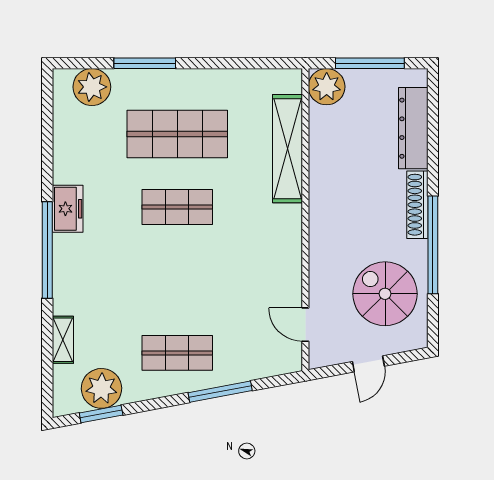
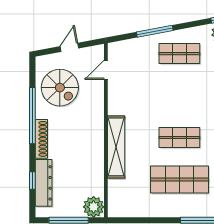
window: (433, 132) -> (32, 180), added
shelving: (287, 149) -> (116, 147), moved
door: (305, 325) -> (106, 70), swing flipped

